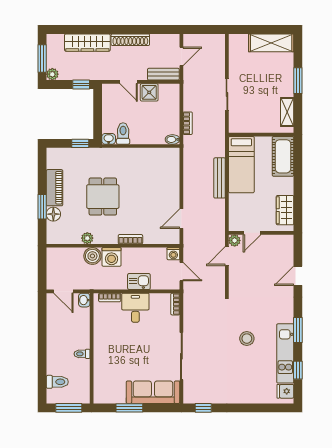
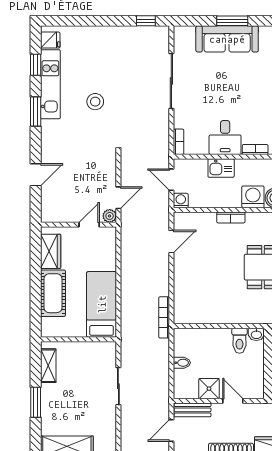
bookcase: (188, 123) -> (164, 317), moved, width x1.56
bidet: (172, 139) -> (182, 363), moved
cot: (283, 156) -> (53, 293), moved
bench: (220, 178) -> (127, 289), removed
sofa: (153, 392) -> (227, 39), moved

